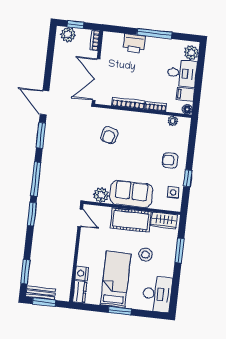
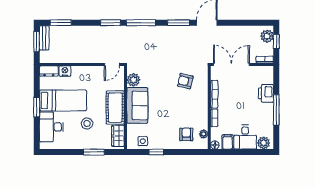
armchair: (170, 160) -> (186, 134), moved
desk: (157, 294) -> (51, 127), moved, turned 90

